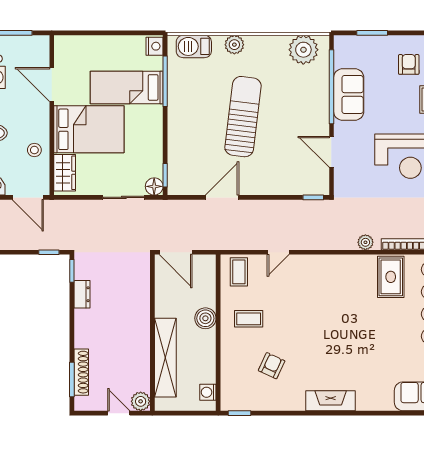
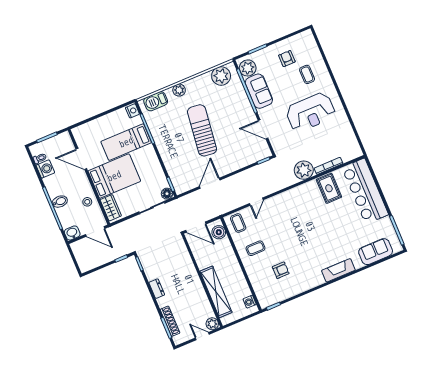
plant: (347, 54) -> (248, 68), added
plant: (365, 242) -> (304, 170), width x1.88, depth x1.88
dresser: (82, 294) -> (157, 289), moved
boiler: (205, 318) -> (219, 232), moved
armchair: (272, 366) -> (281, 270), turned 65
fireplace: (331, 401) -> (338, 270), moved

